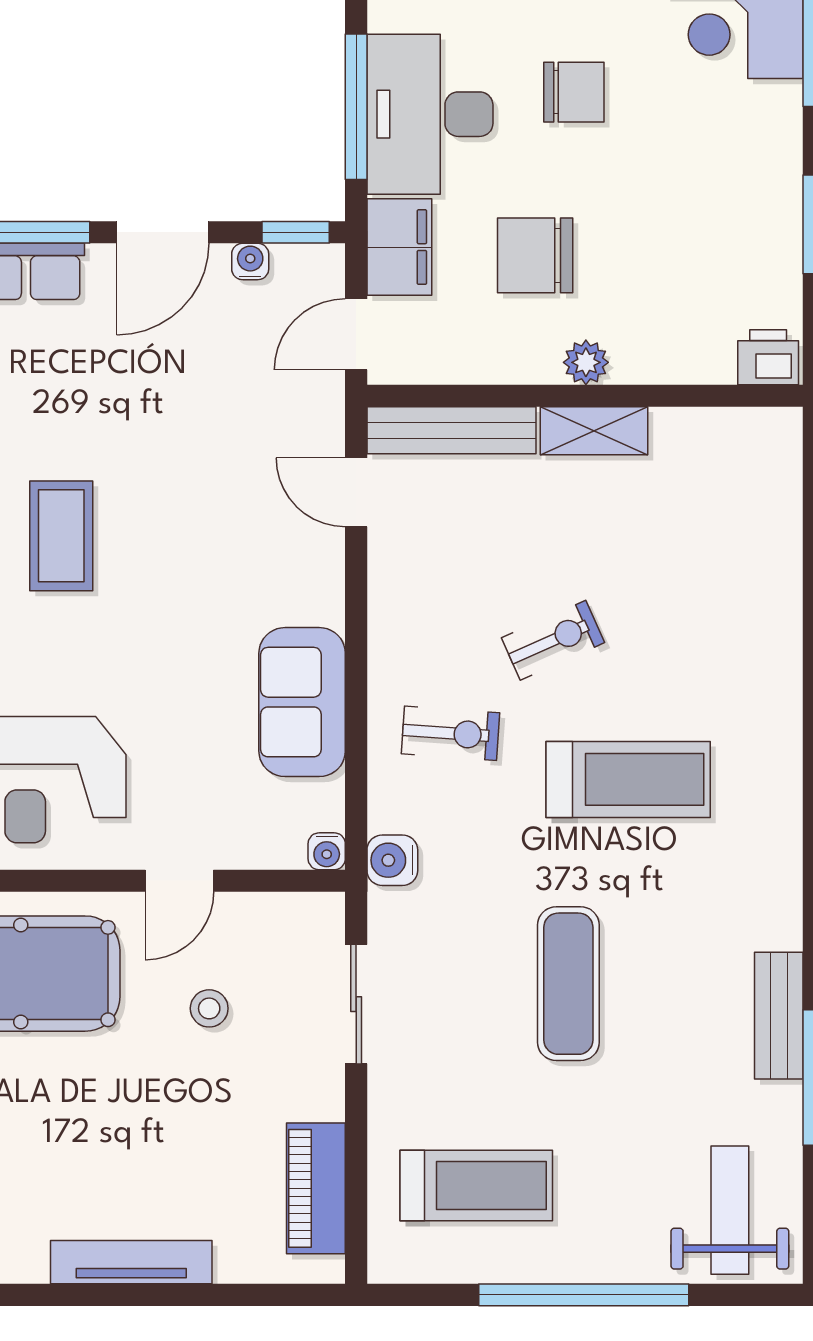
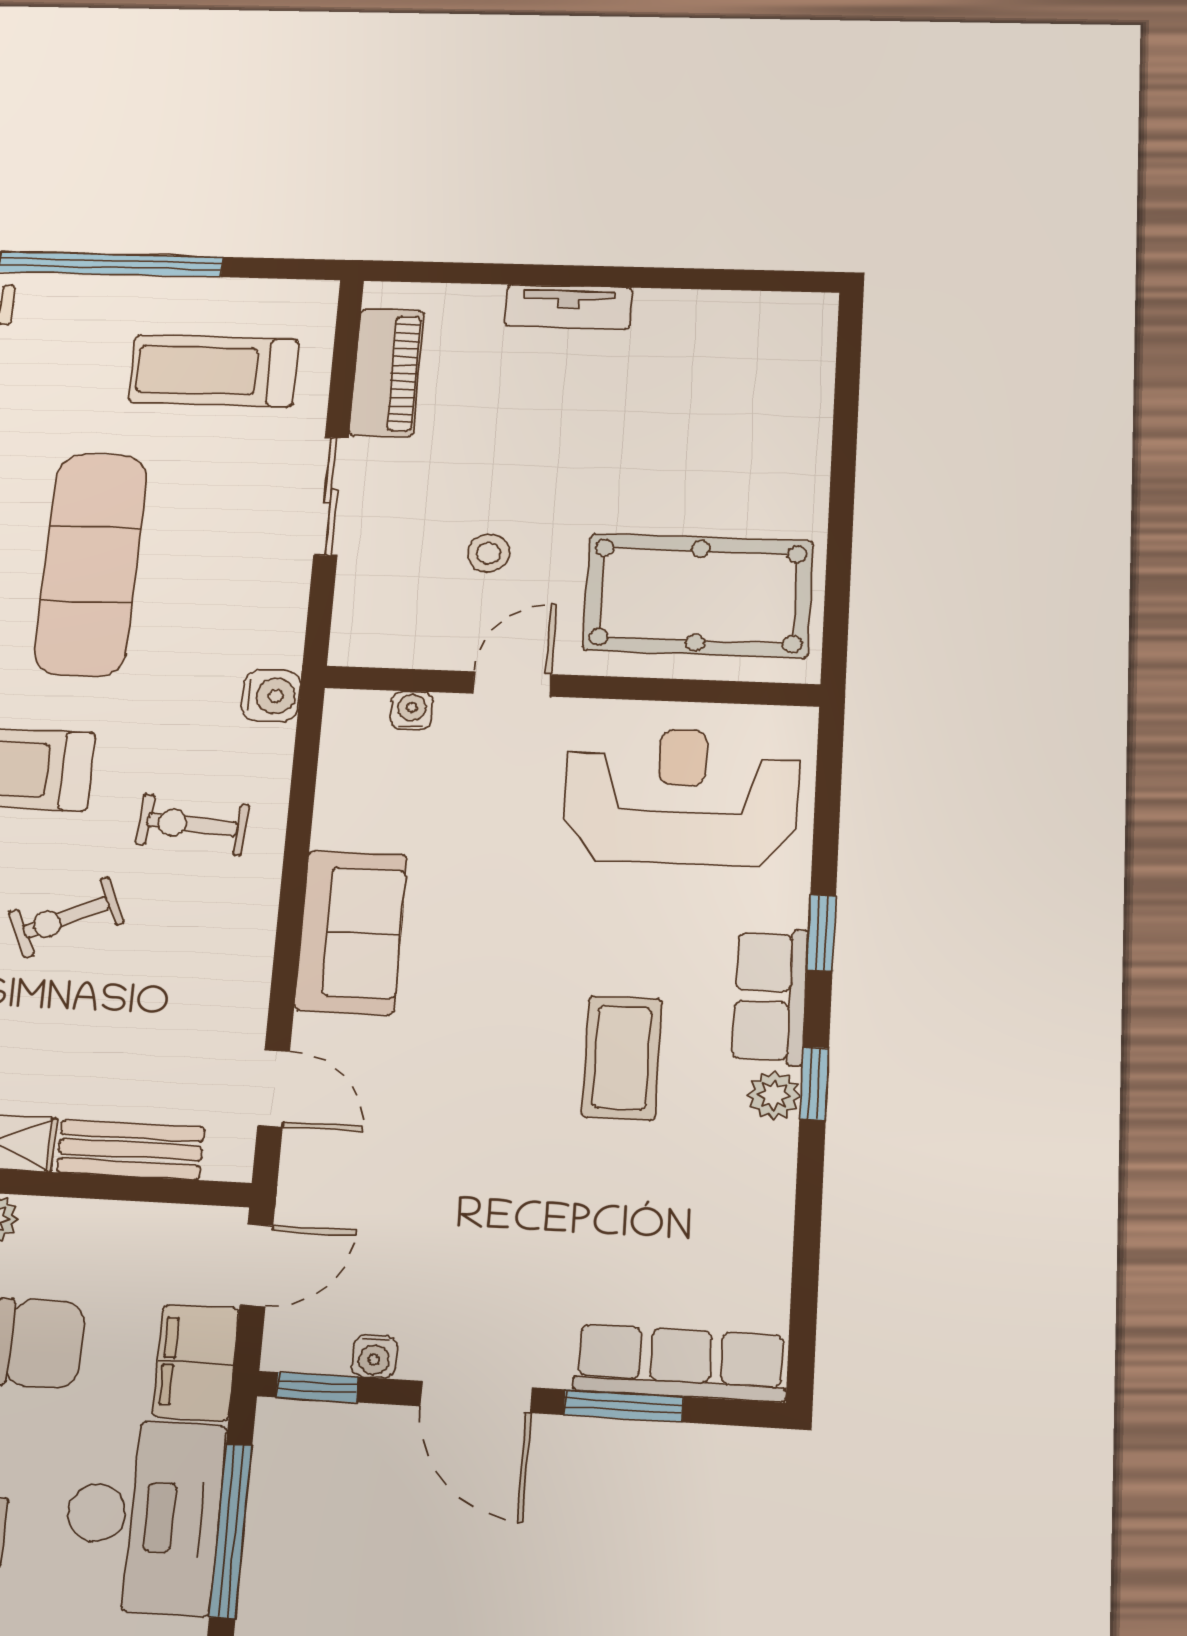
door: (163, 232) -> (476, 1397), swing flipped
bench: (451, 430) -> (130, 1150), width x0.73
sofa: (302, 702) -> (351, 932), moved
water cooler: (327, 851) -> (412, 710), moved
exercise mat: (568, 984) -> (91, 564), width x1.36, depth x1.45
sliding door: (356, 1004) -> (331, 496), moved
tv unit: (131, 1262) -> (568, 307), width x0.71

